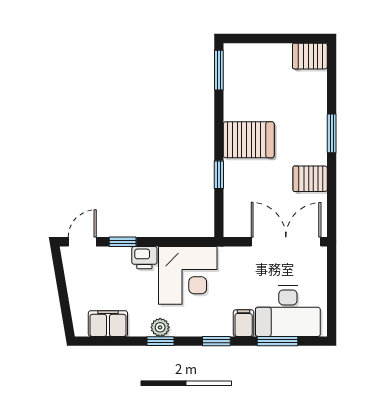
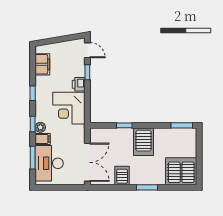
server rack: (310, 56) -> (181, 171), width x2.18, depth x1.44
plant: (160, 327) -> (40, 127), moved

